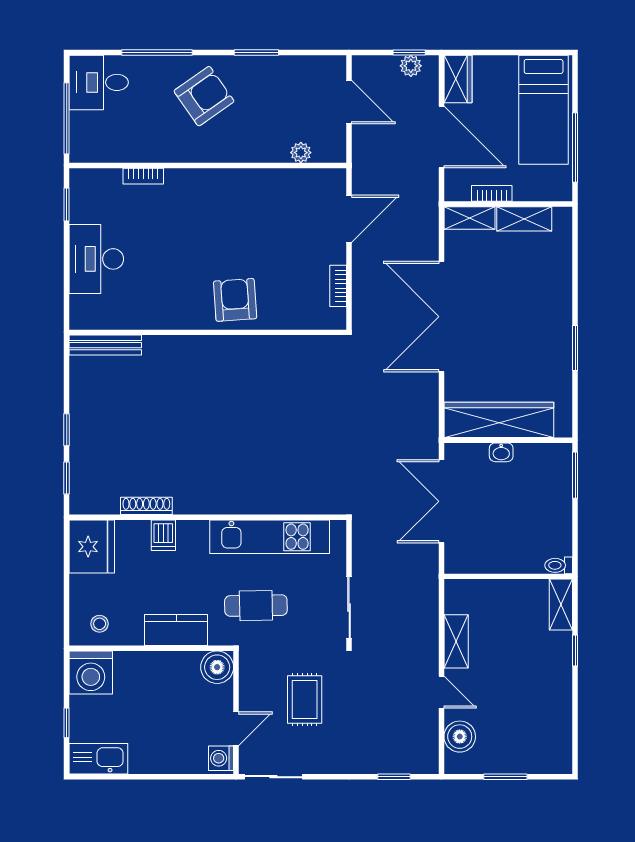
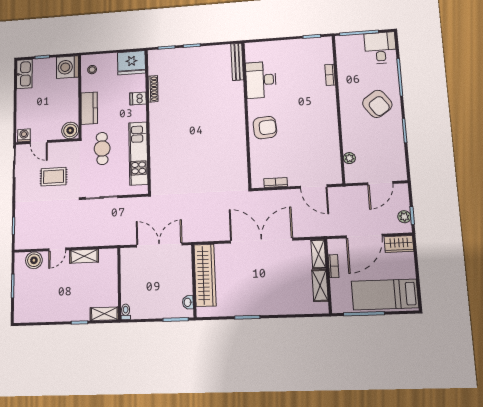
desk: (96, 259) -> (261, 80), moved, turned -90
washbasin: (501, 452) -> (188, 302), moved

